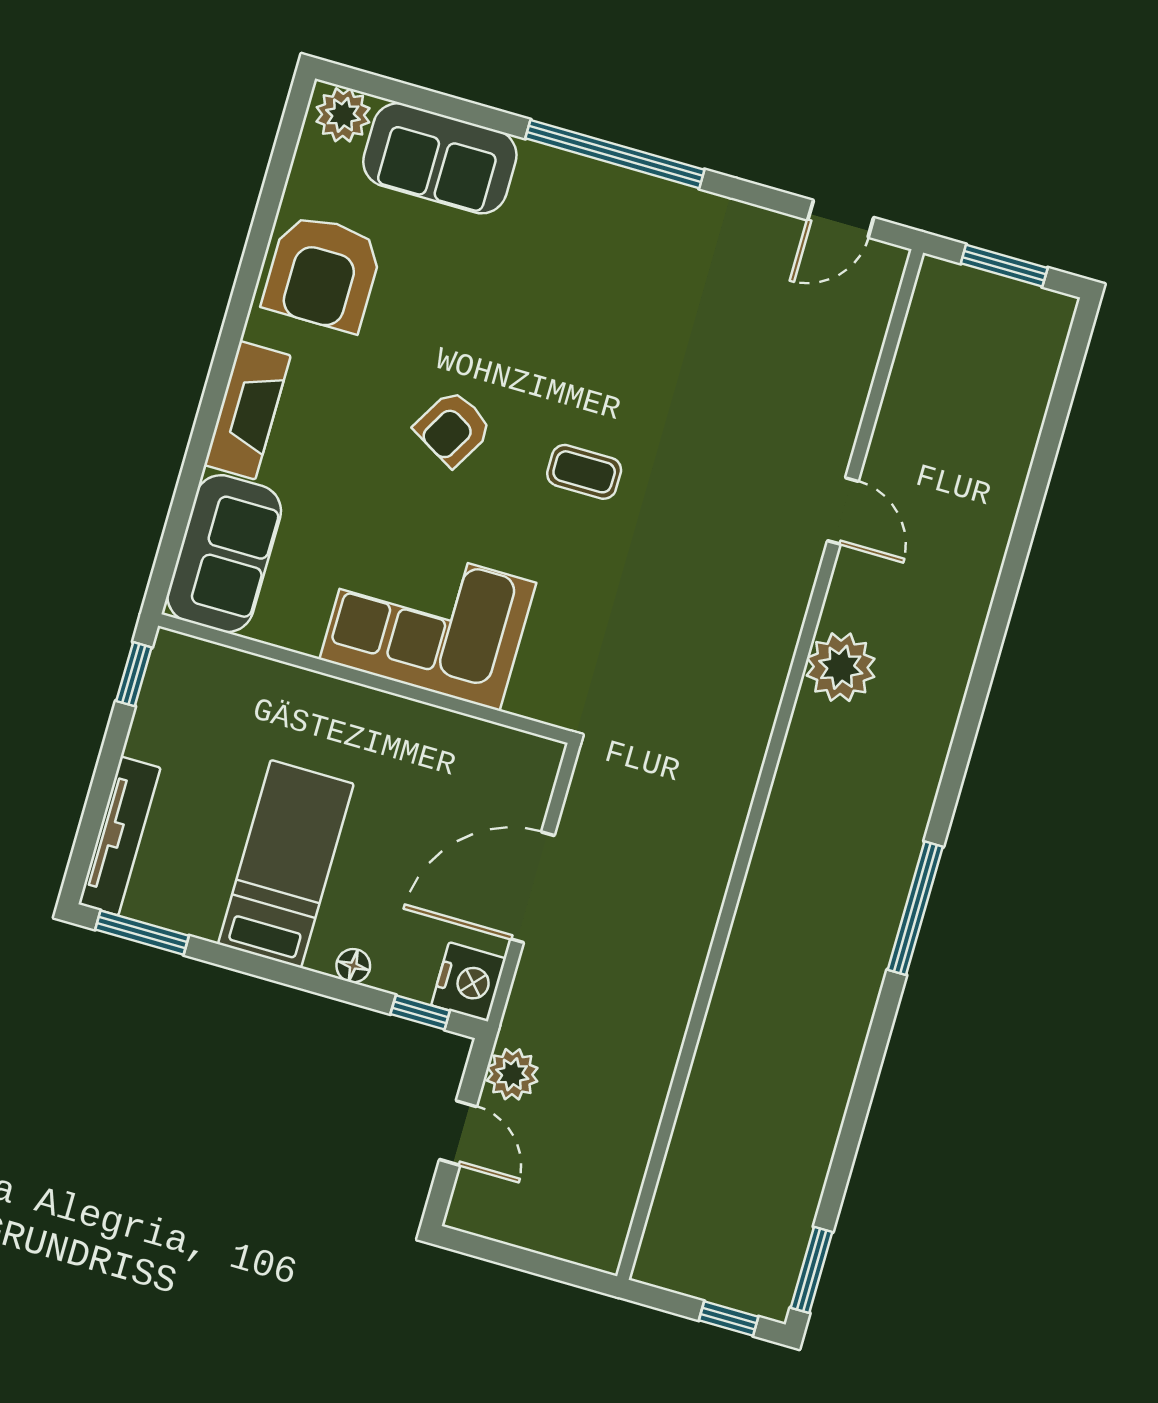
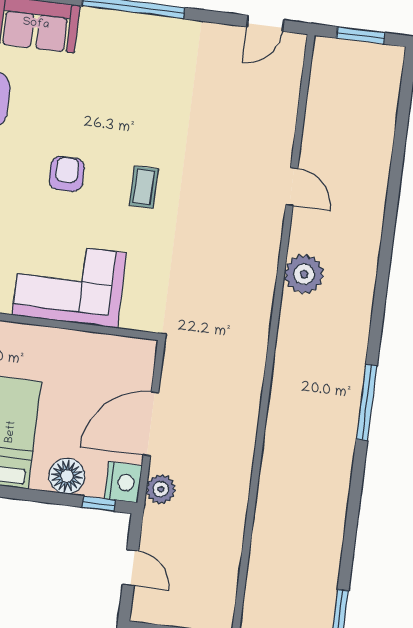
armchair: (453, 428) -> (67, 174), turned 150
coffee table: (584, 472) -> (144, 187), turned 90
floor lamp: (353, 966) -> (67, 476), width x1.89, depth x1.89
plant: (512, 1074) -> (161, 489), moved

